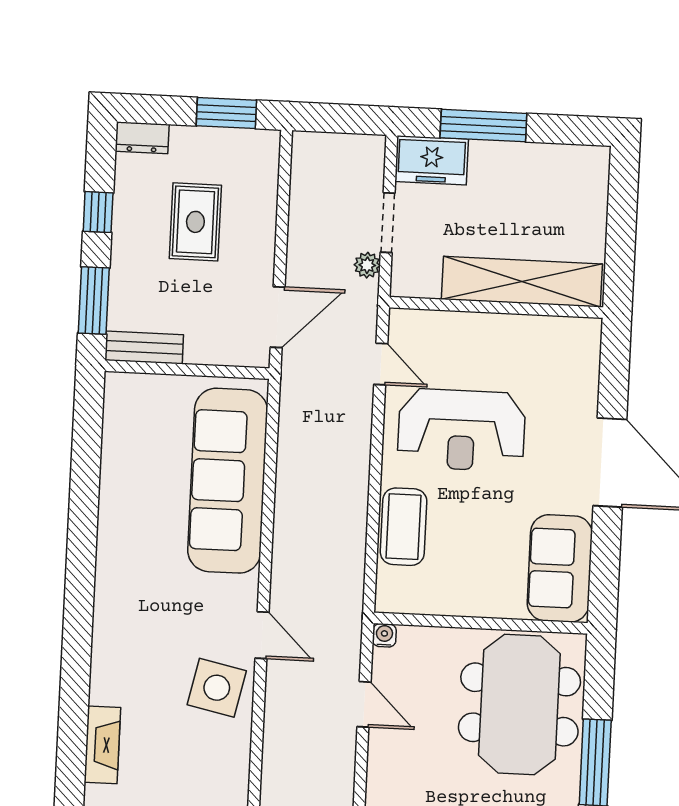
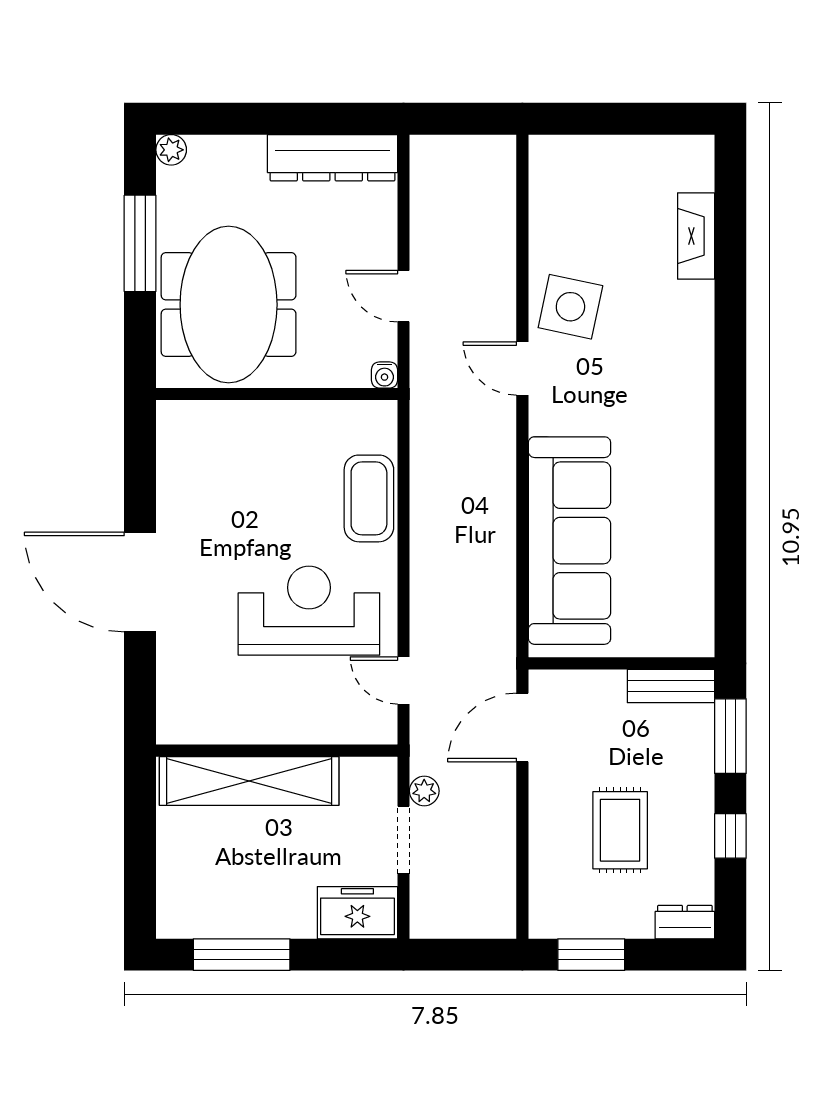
window: (483, 126) -> (242, 955), moved
sofa: (560, 568) -> (191, 460), removed

